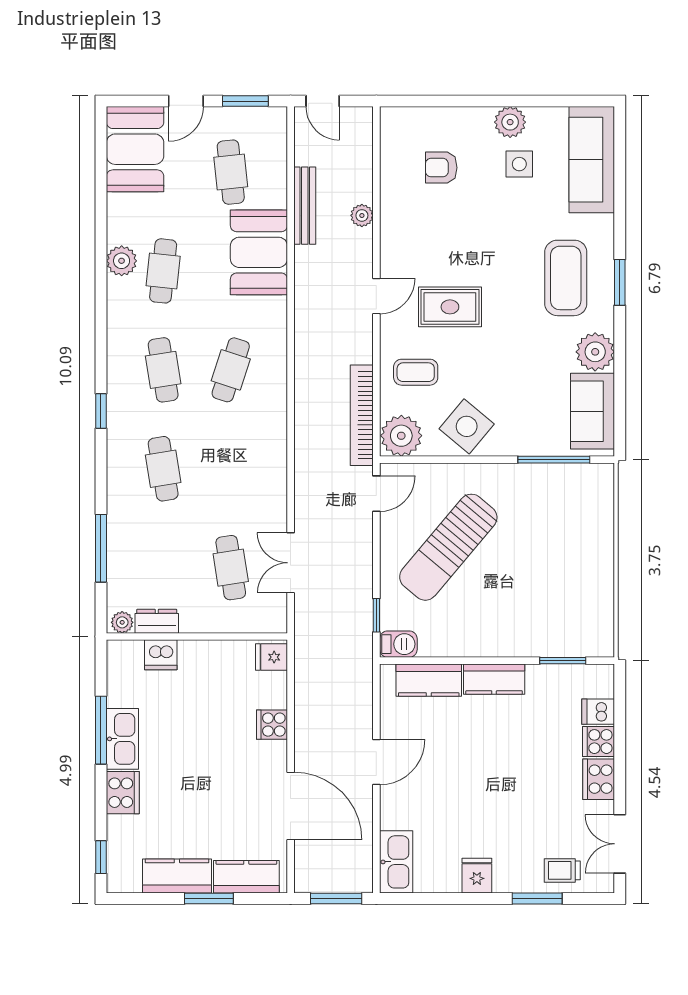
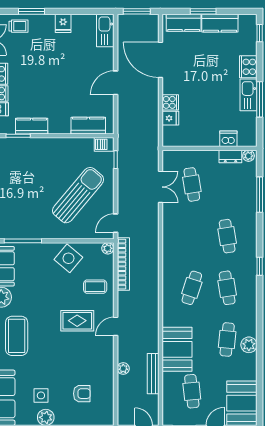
plant: (401, 436) -> (108, 248), width x0.53, depth x0.53
fridge: (272, 657) -> (170, 118), moved
kitchen counter: (494, 679) -> (32, 126), moved

